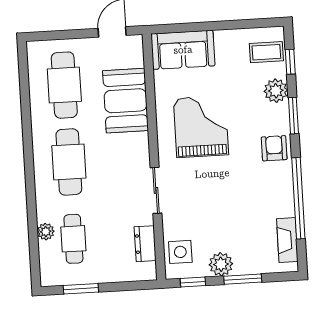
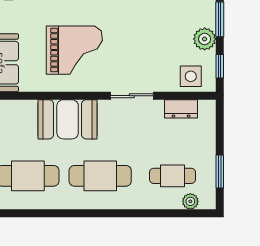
booth: (125, 101) -> (68, 119), moved
grand piano: (201, 126) -> (74, 50), turned 180
plant: (46, 232) -> (190, 201), moved

